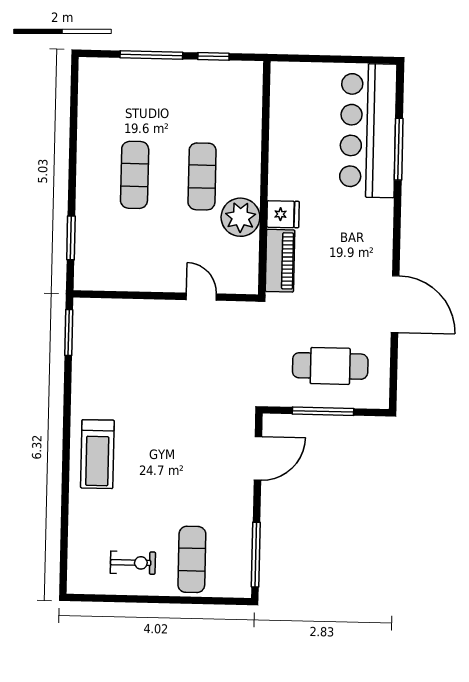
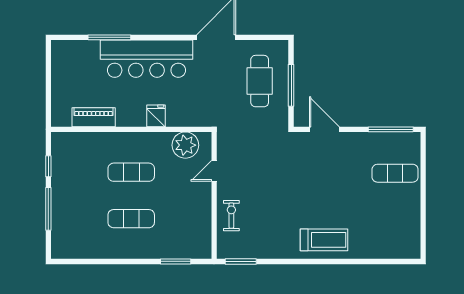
bar counter: (368, 130) -> (146, 59), moved
plant: (240, 217) -> (185, 145), moved
piano: (280, 261) -> (94, 117), moved
exercise bike: (133, 563) -> (231, 216), moved

